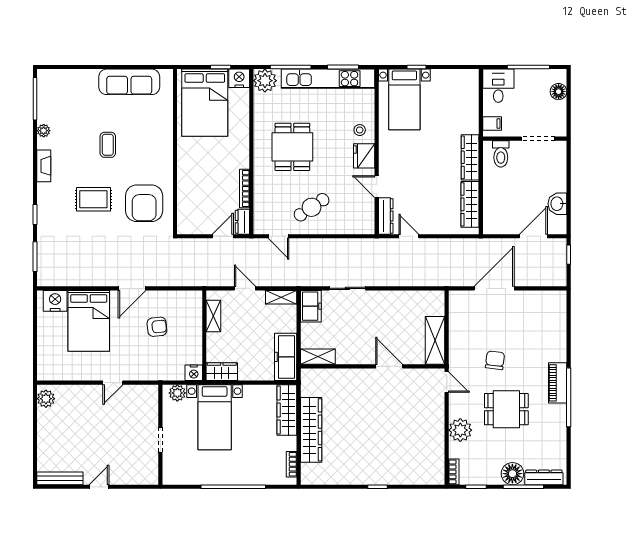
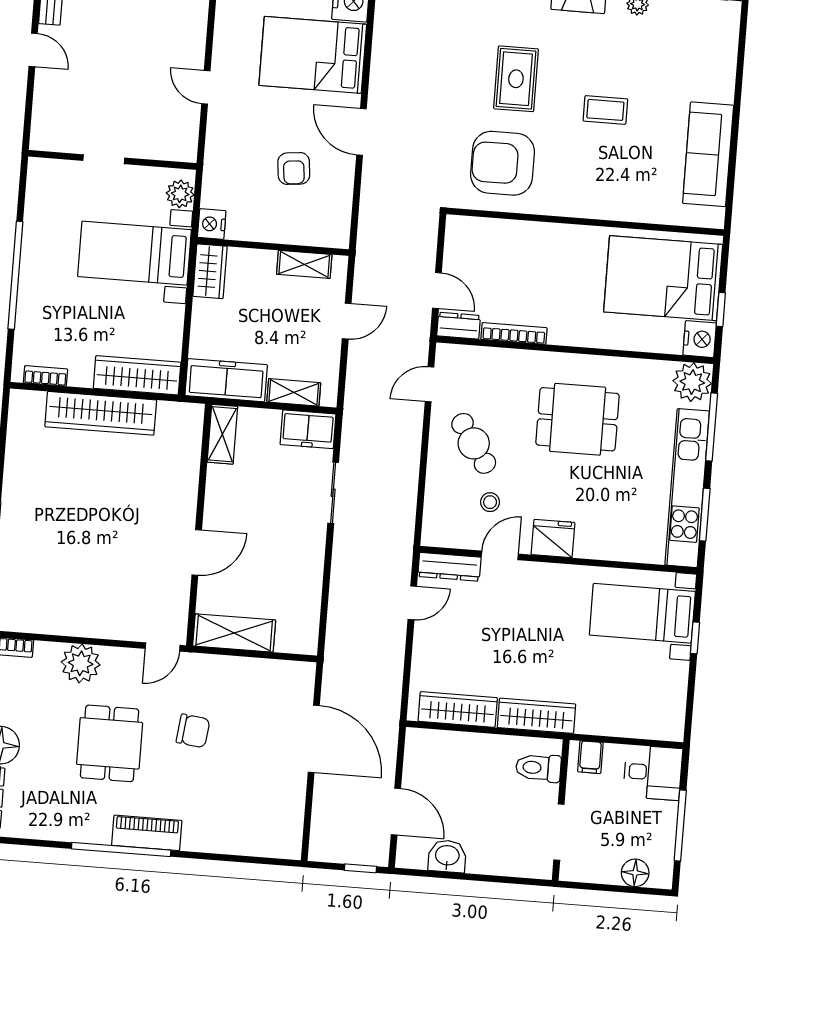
stool: (360, 130) -> (490, 502), moved
shelving: (281, 297) -> (294, 392), moved, turned 90

